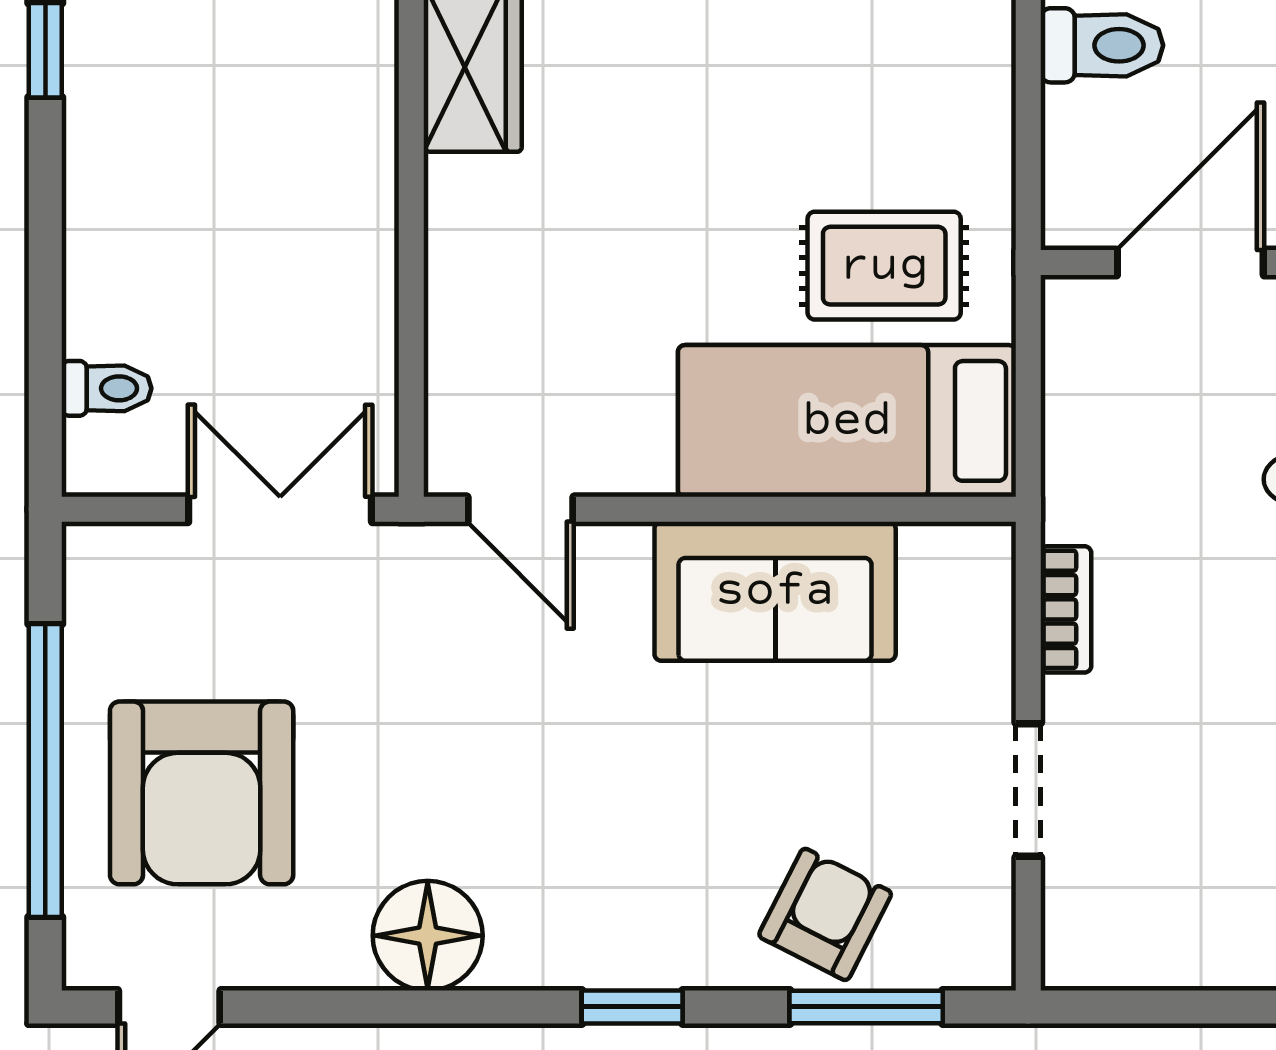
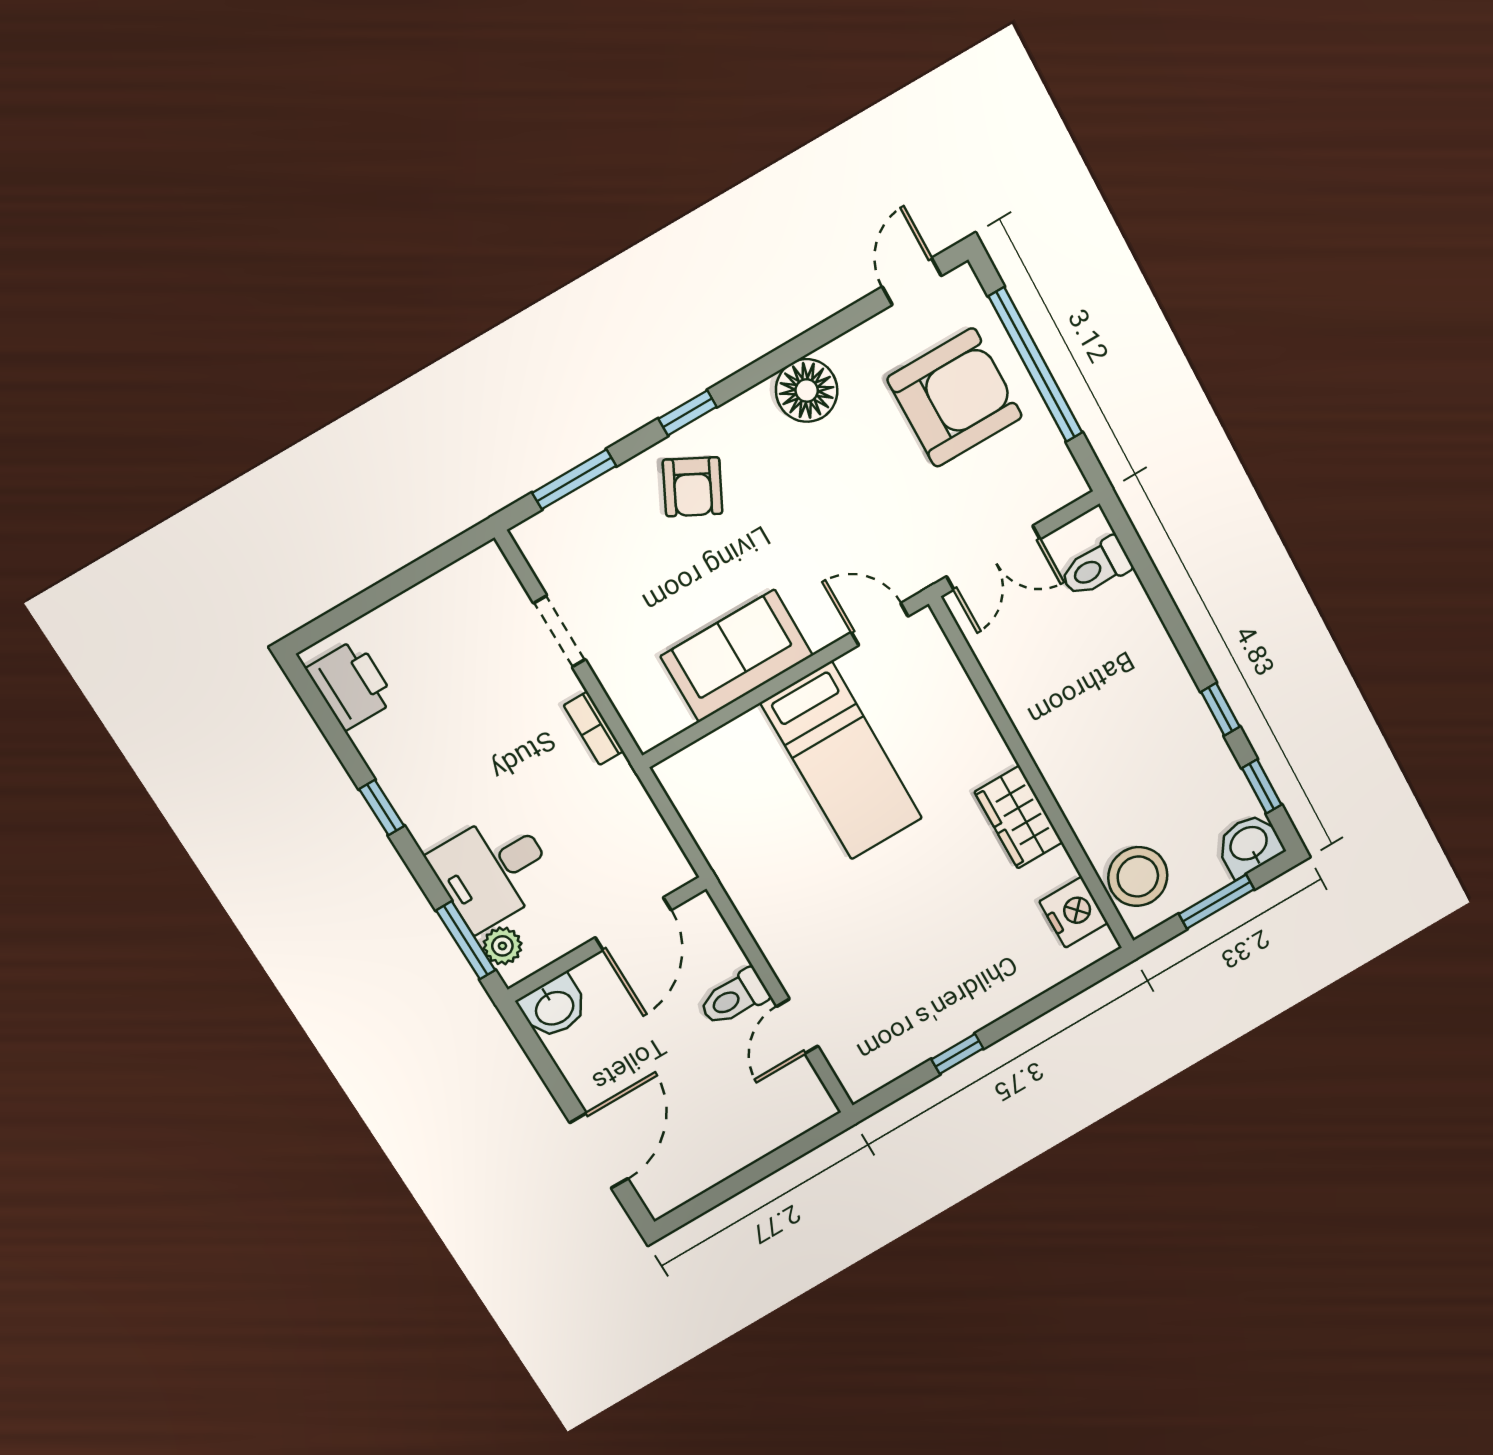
rug: (884, 266) -> (775, 839), removed
toilet: (107, 388) -> (1096, 567), width x1.37, depth x1.39
bed: (847, 421) -> (841, 761), moved, turned 90
armchair: (202, 793) -> (955, 398), turned 90
armchair: (825, 914) -> (693, 487), moved

